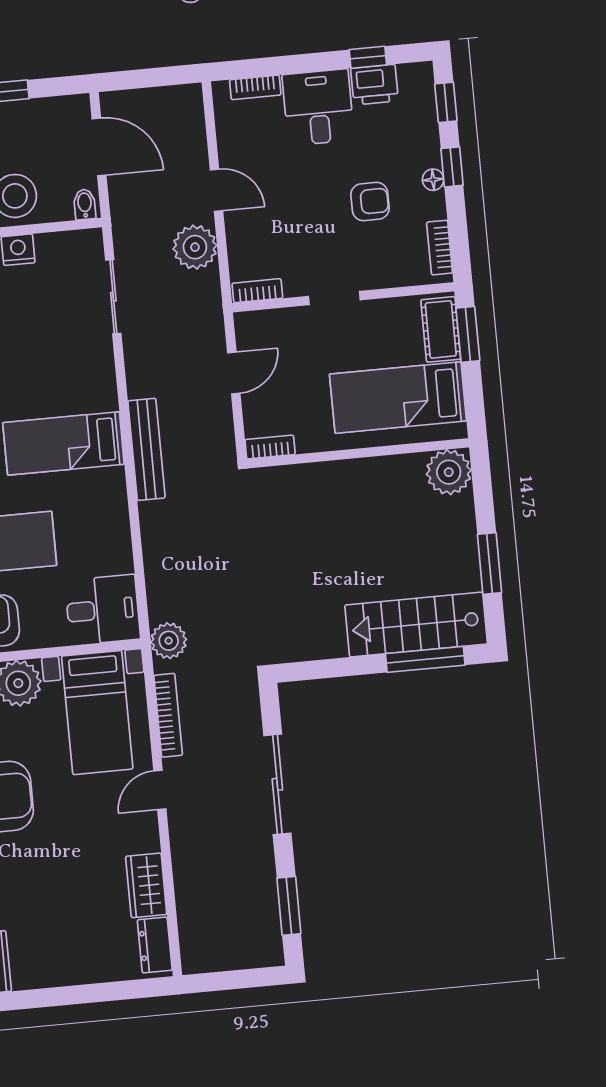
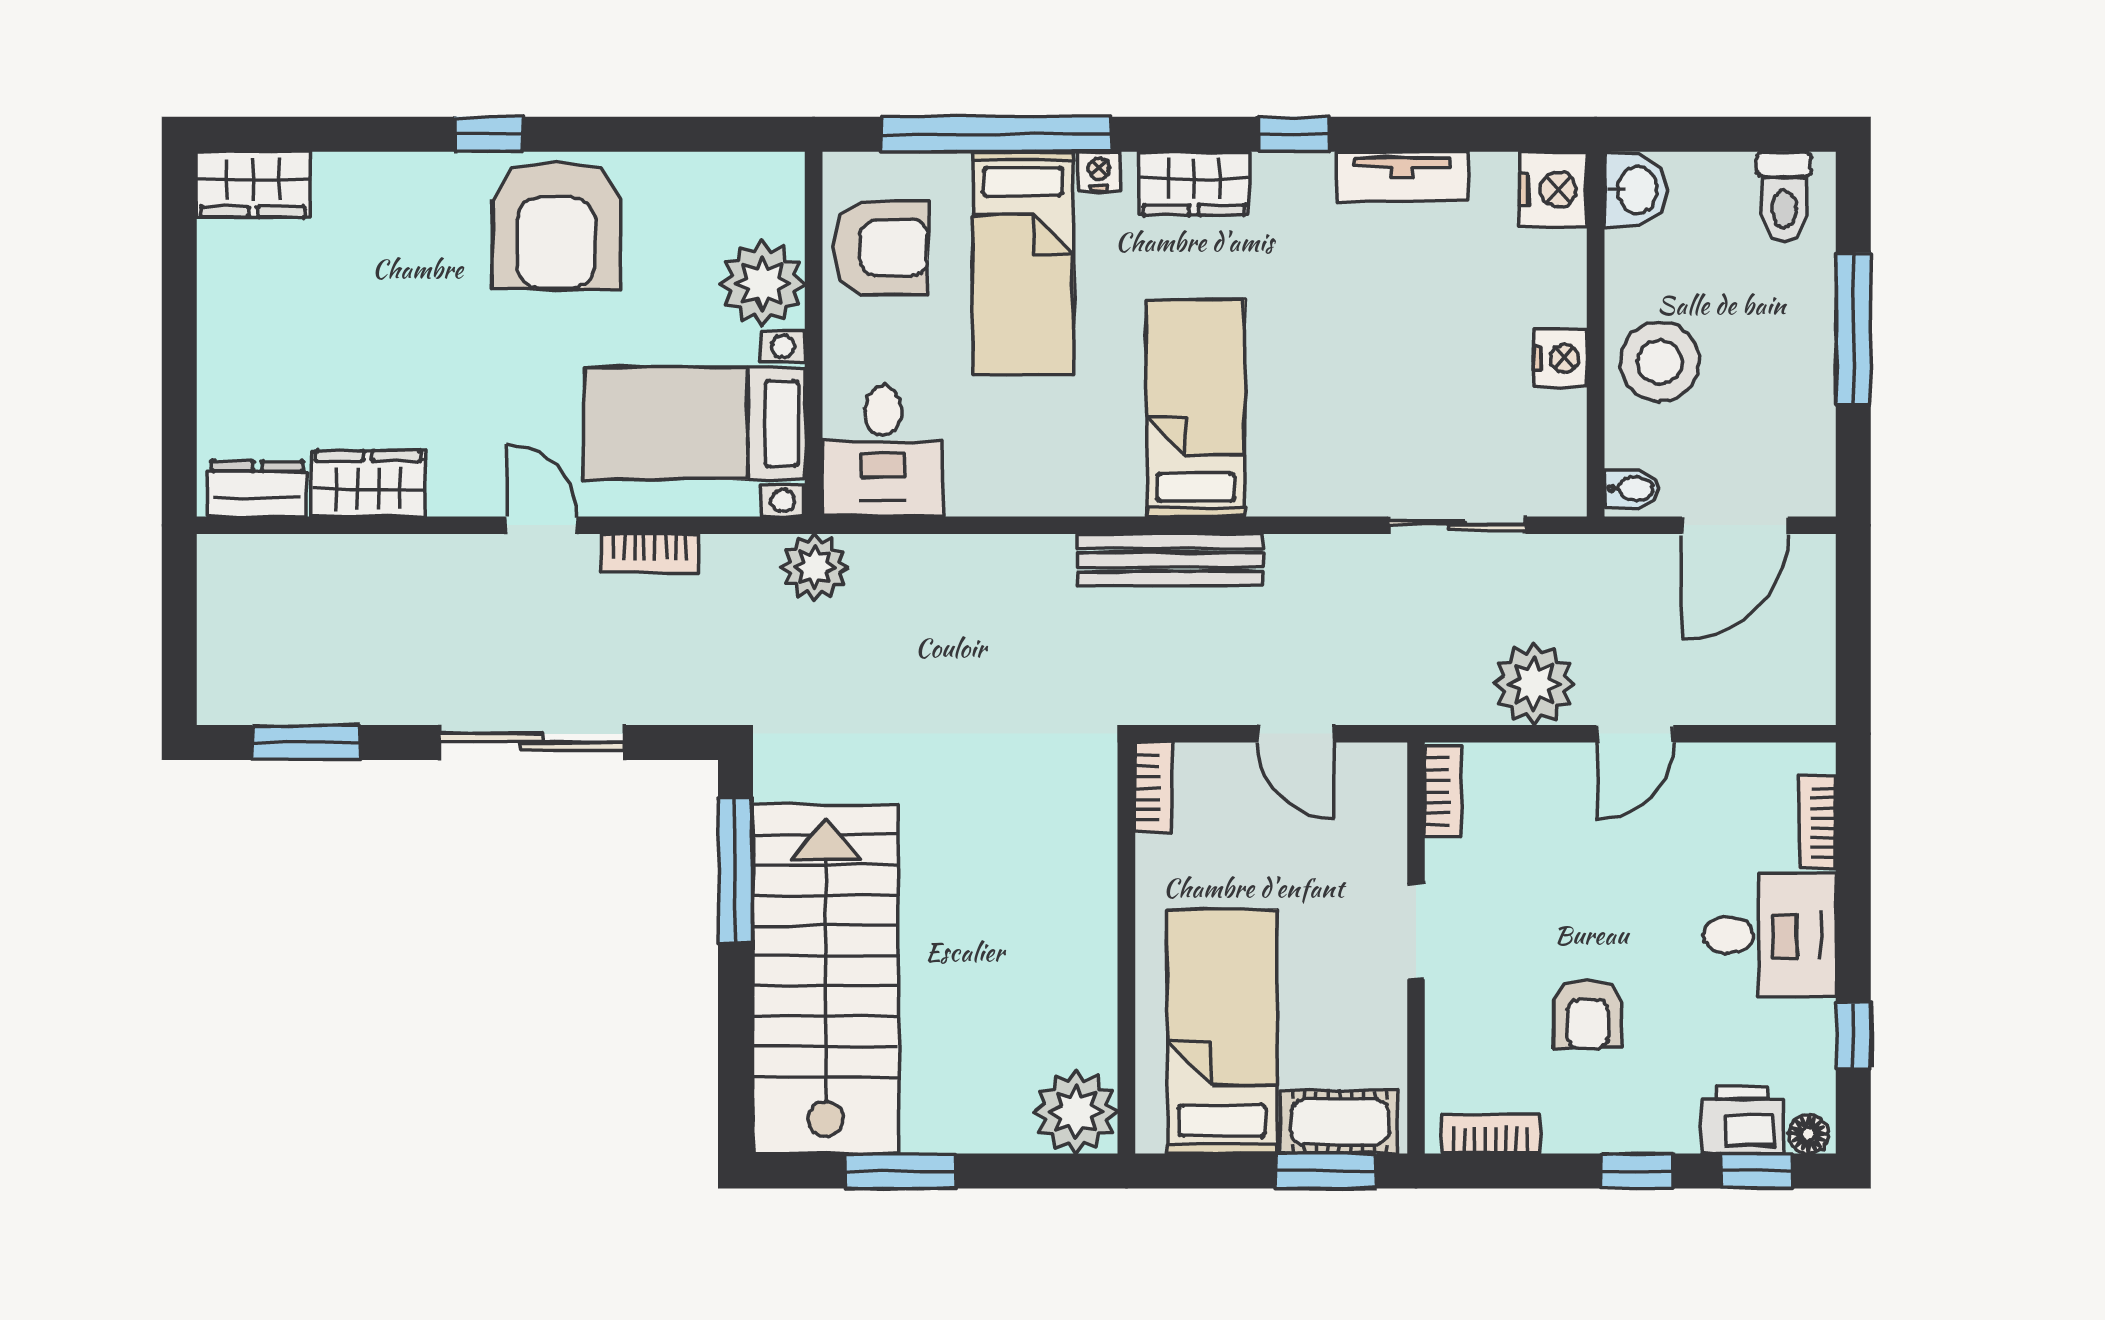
printer: (375, 85) -> (1743, 1119), moved, turned 90
floor lamp: (433, 180) -> (1808, 1134), moved
stairs: (416, 625) -> (826, 979), width x1.36, depth x1.51
window: (425, 659) -> (735, 871), moved
bookcase: (168, 715) -> (650, 553), width x0.64

